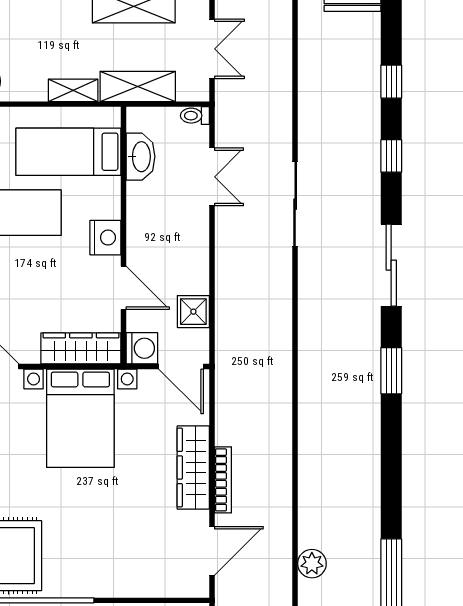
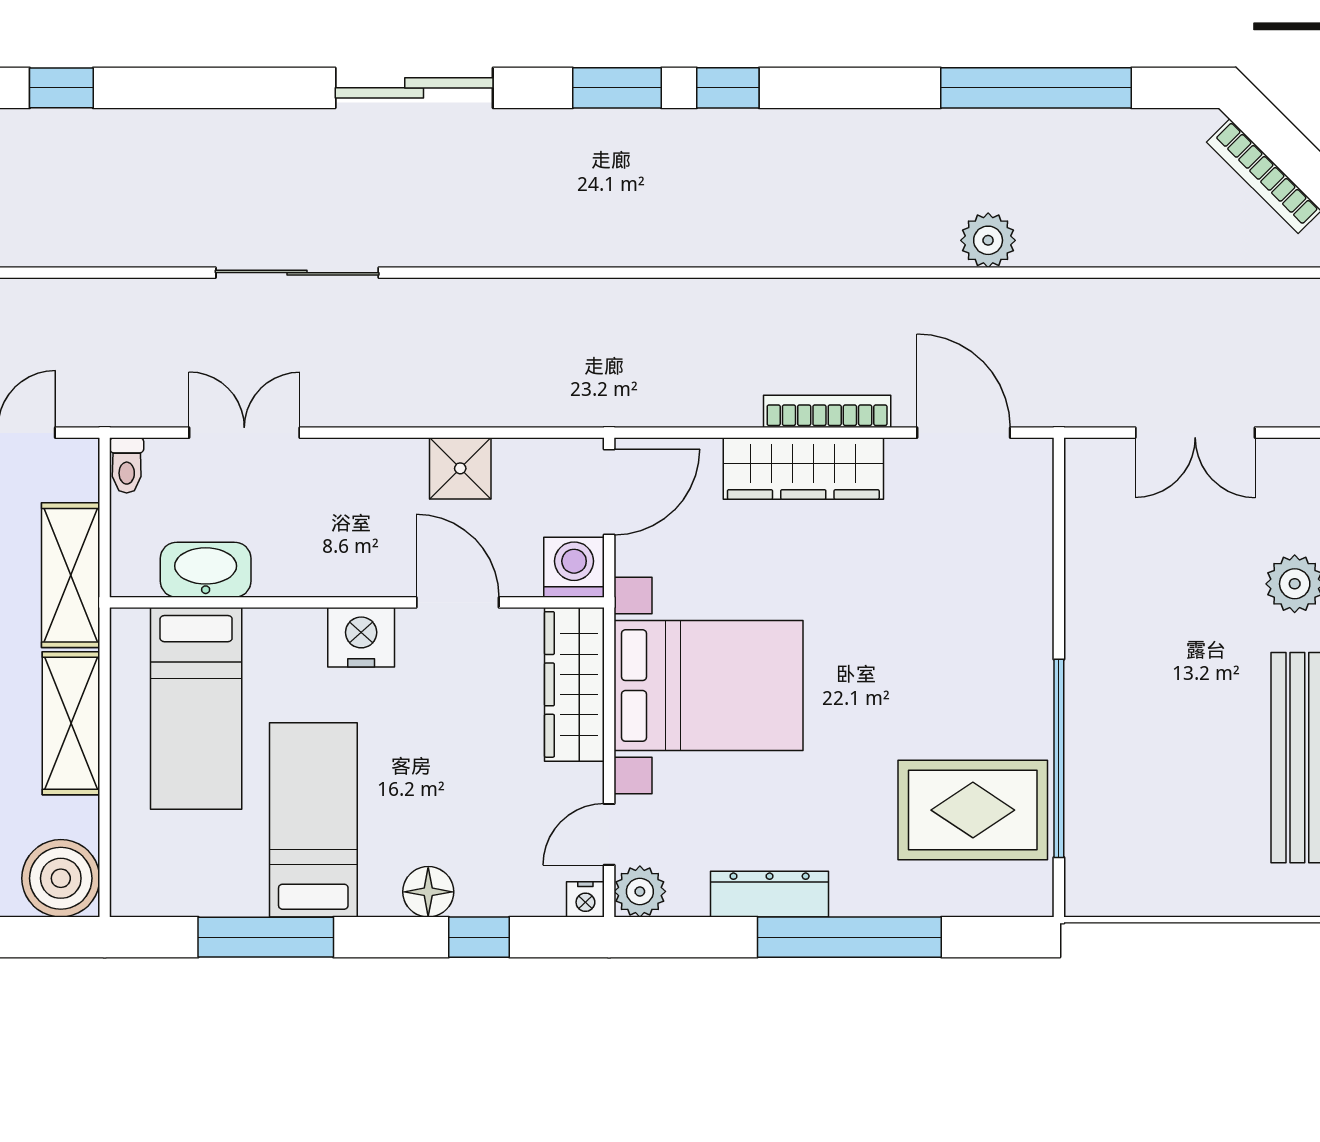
shelving: (73, 90) -> (71, 723), width x1.50, depth x1.33
window: (391, 156) -> (728, 88), moved
door: (124, 288) -> (458, 602), hinge flipped
shower: (193, 312) -> (460, 468), moved

